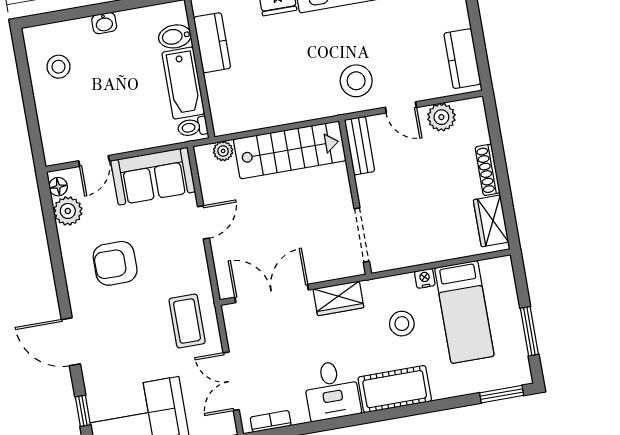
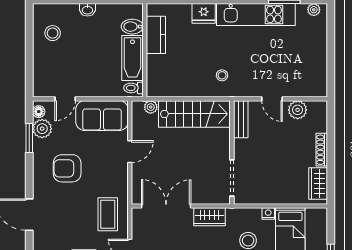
kitchen counter: (462, 59) -> (318, 74), removed
stool: (356, 81) -> (222, 75), moved, width x0.53, depth x0.53
window: (51, 228) -> (29, 138), added

